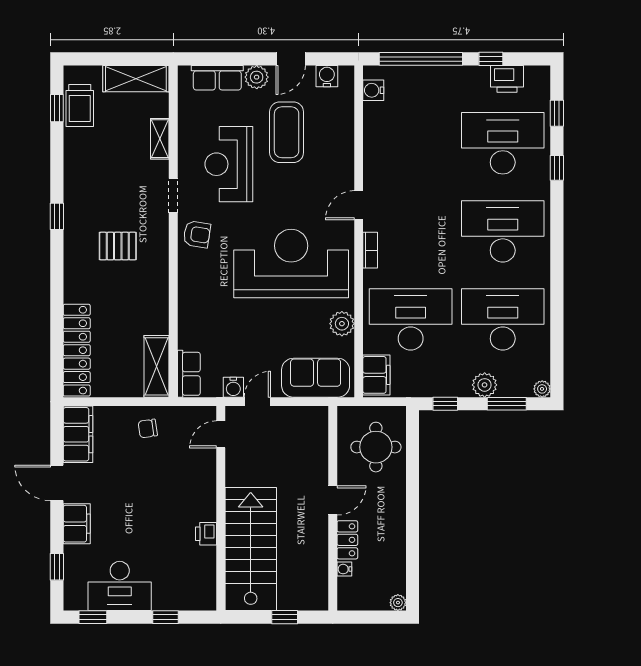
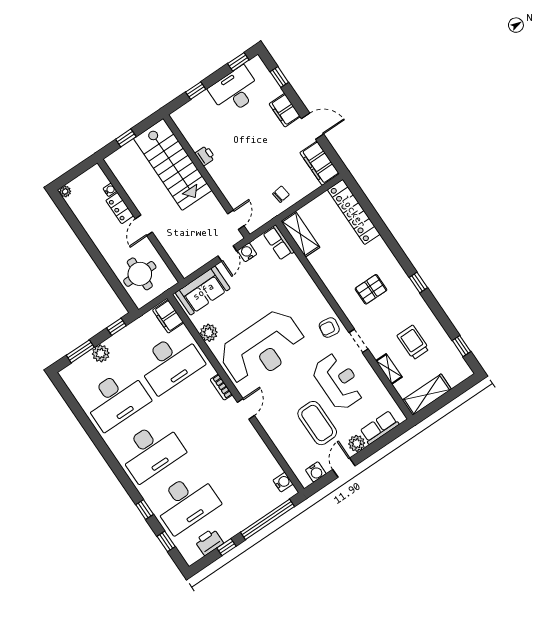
trolley: (80, 105) -> (413, 342), moved
plant: (542, 389) -> (65, 374), removed

